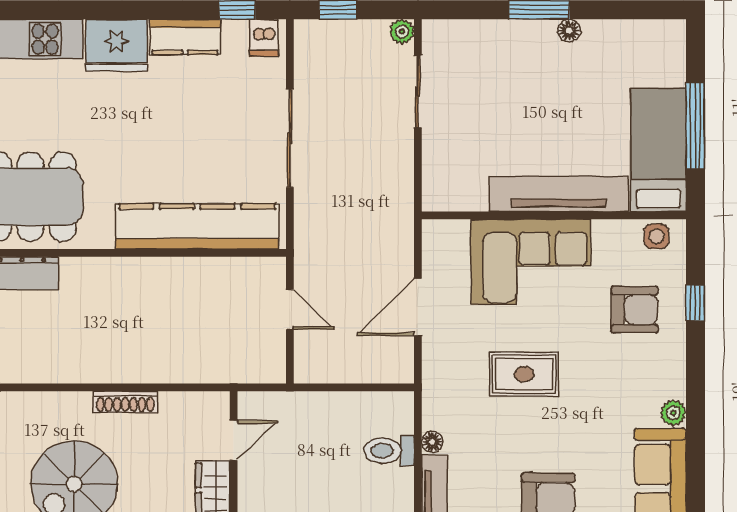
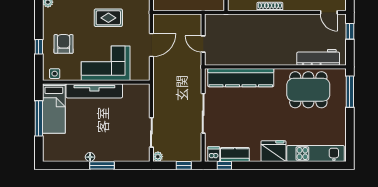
kitchen counter: (185, 37) -> (235, 154), moved
armchair: (634, 310) -> (64, 44), turned 90

